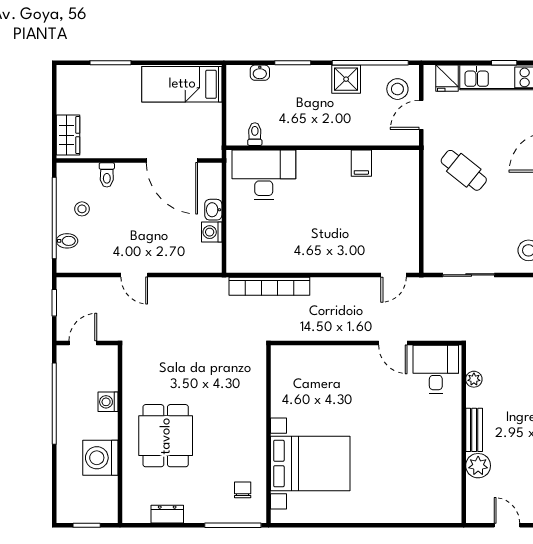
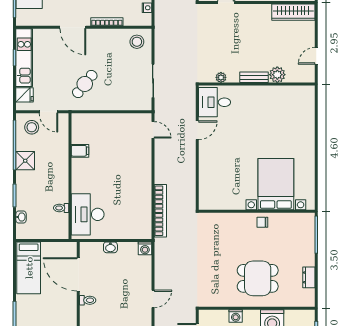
toilet: (255, 134) -> (61, 208), moved
door: (172, 160) -> (78, 274), swing flipped
toilet: (107, 175) -> (88, 300), moved
washing machine: (212, 232) -> (145, 248), moved
chair: (243, 490) -> (262, 222), moved

